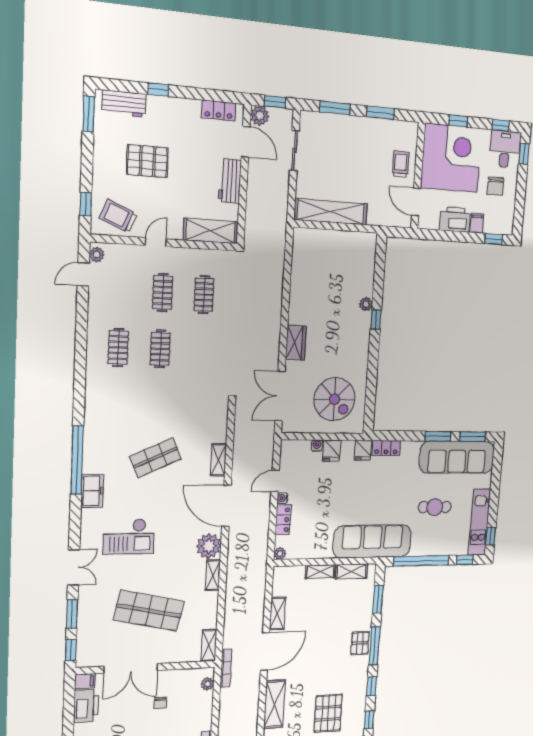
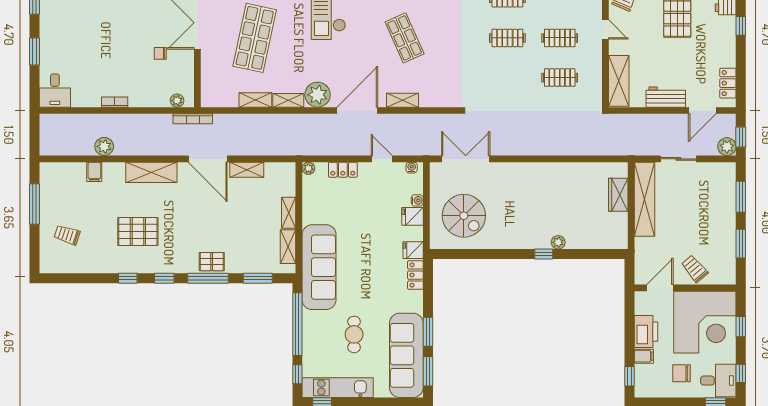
plant: (260, 116) -> (727, 147), moved
sliding door: (294, 150) -> (678, 159), moved
trolley: (401, 164) -> (695, 269), turned -130
wardrobe: (296, 343) -> (618, 195), moved, turned 90
spiral stairs: (334, 399) -> (464, 216), turned -90
water cooler: (282, 498) -> (412, 168), moved
shelving: (209, 645) -> (255, 100), moved

